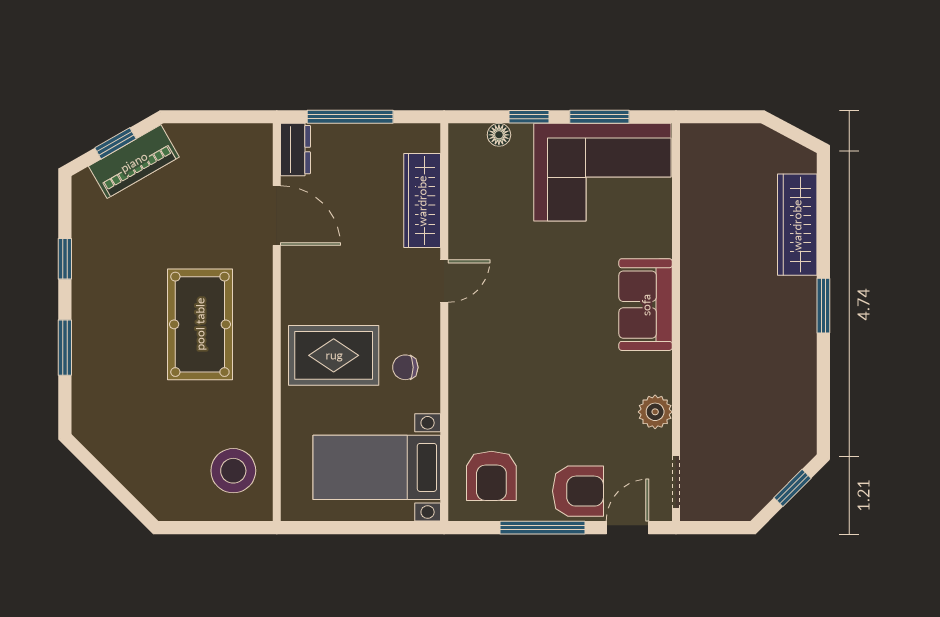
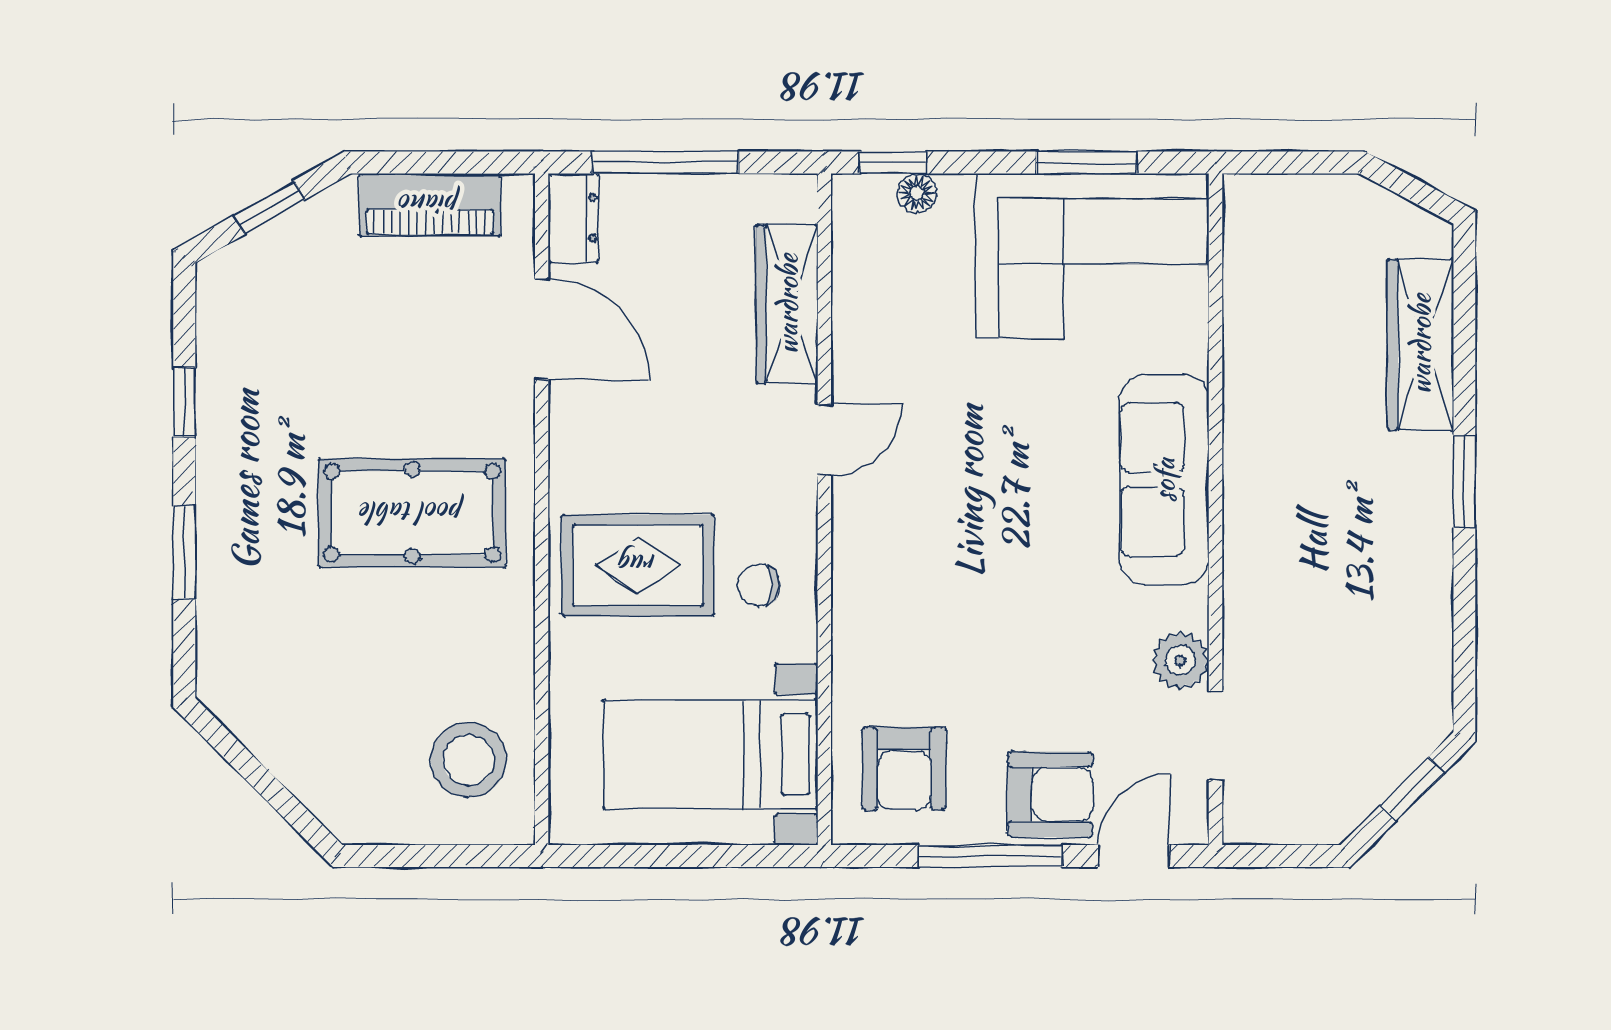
window: (529, 117) -> (893, 163), moved
piano: (134, 162) -> (430, 205), moved, turned 30
sofa: (646, 305) -> (1164, 480), width x1.36
pool table: (200, 324) -> (412, 513), turned 90
doorway: (676, 482) -> (1216, 736), moved

